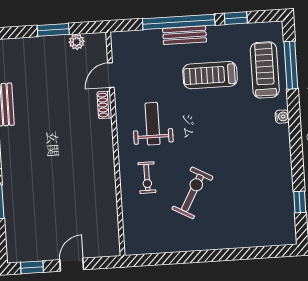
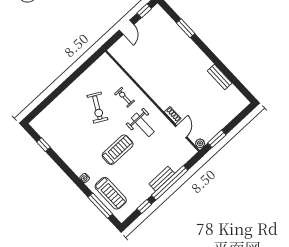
window: (53, 30) -> (217, 139), moved
plant: (77, 42) -> (200, 143), moved
treadmill: (210, 75) -> (118, 150), moved

